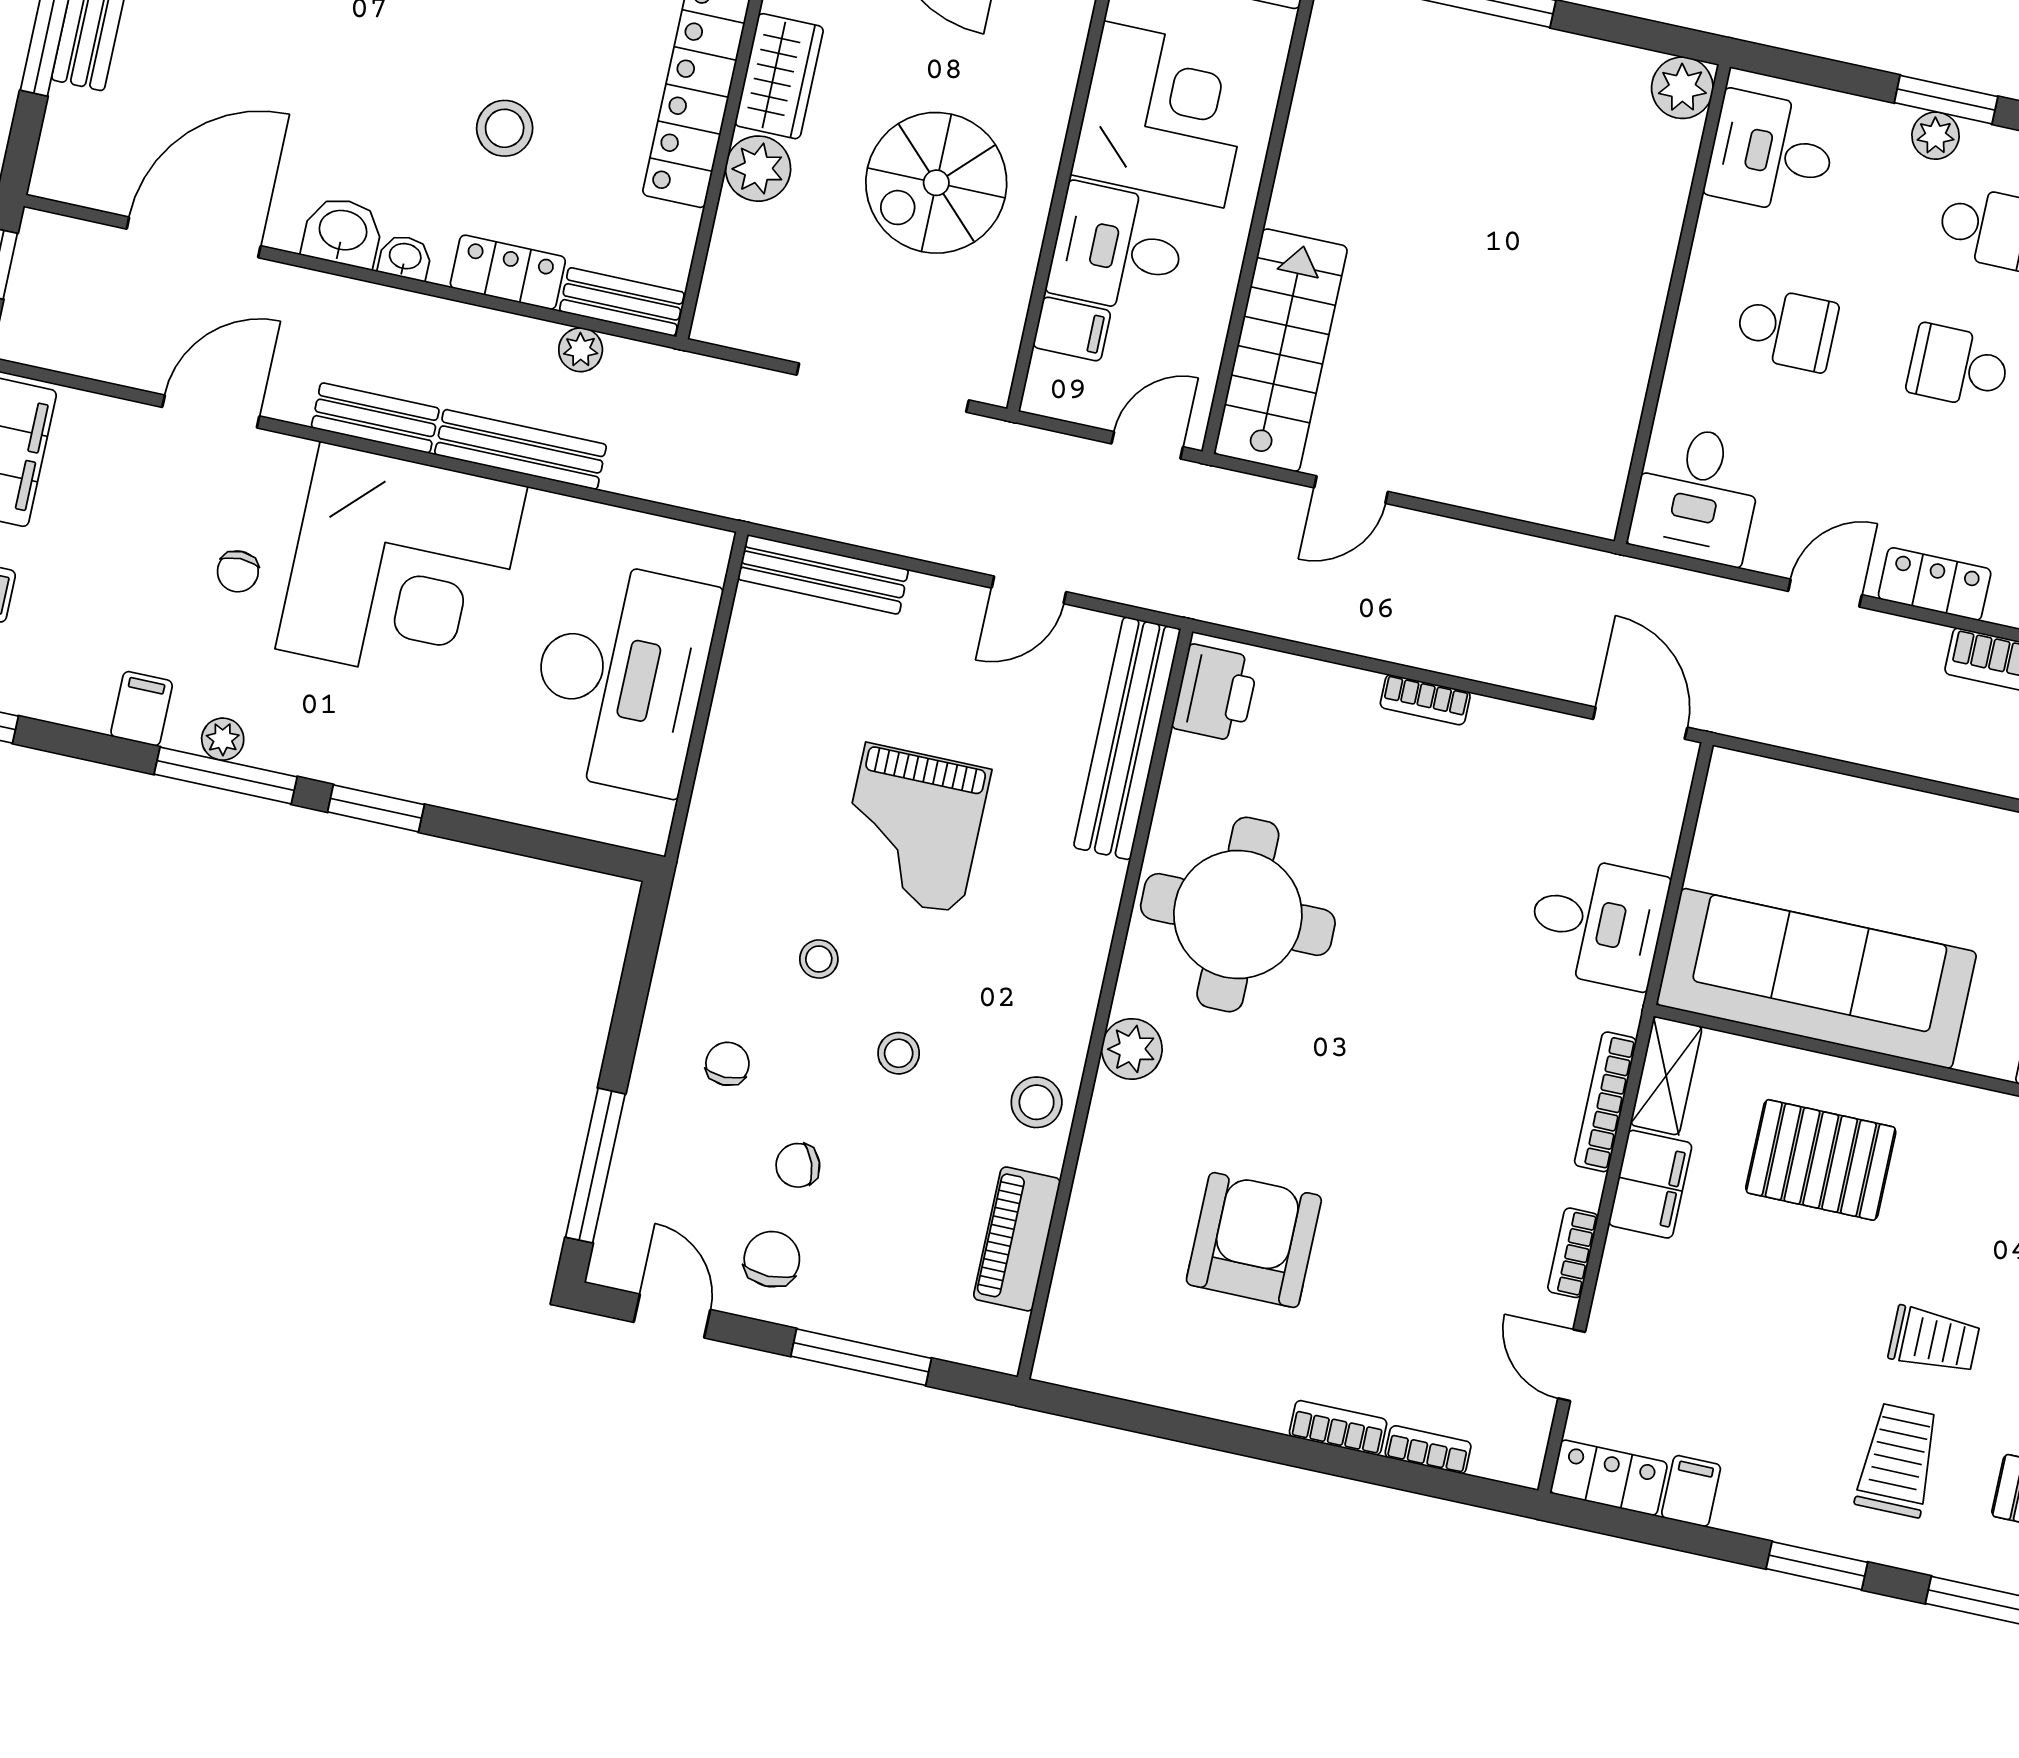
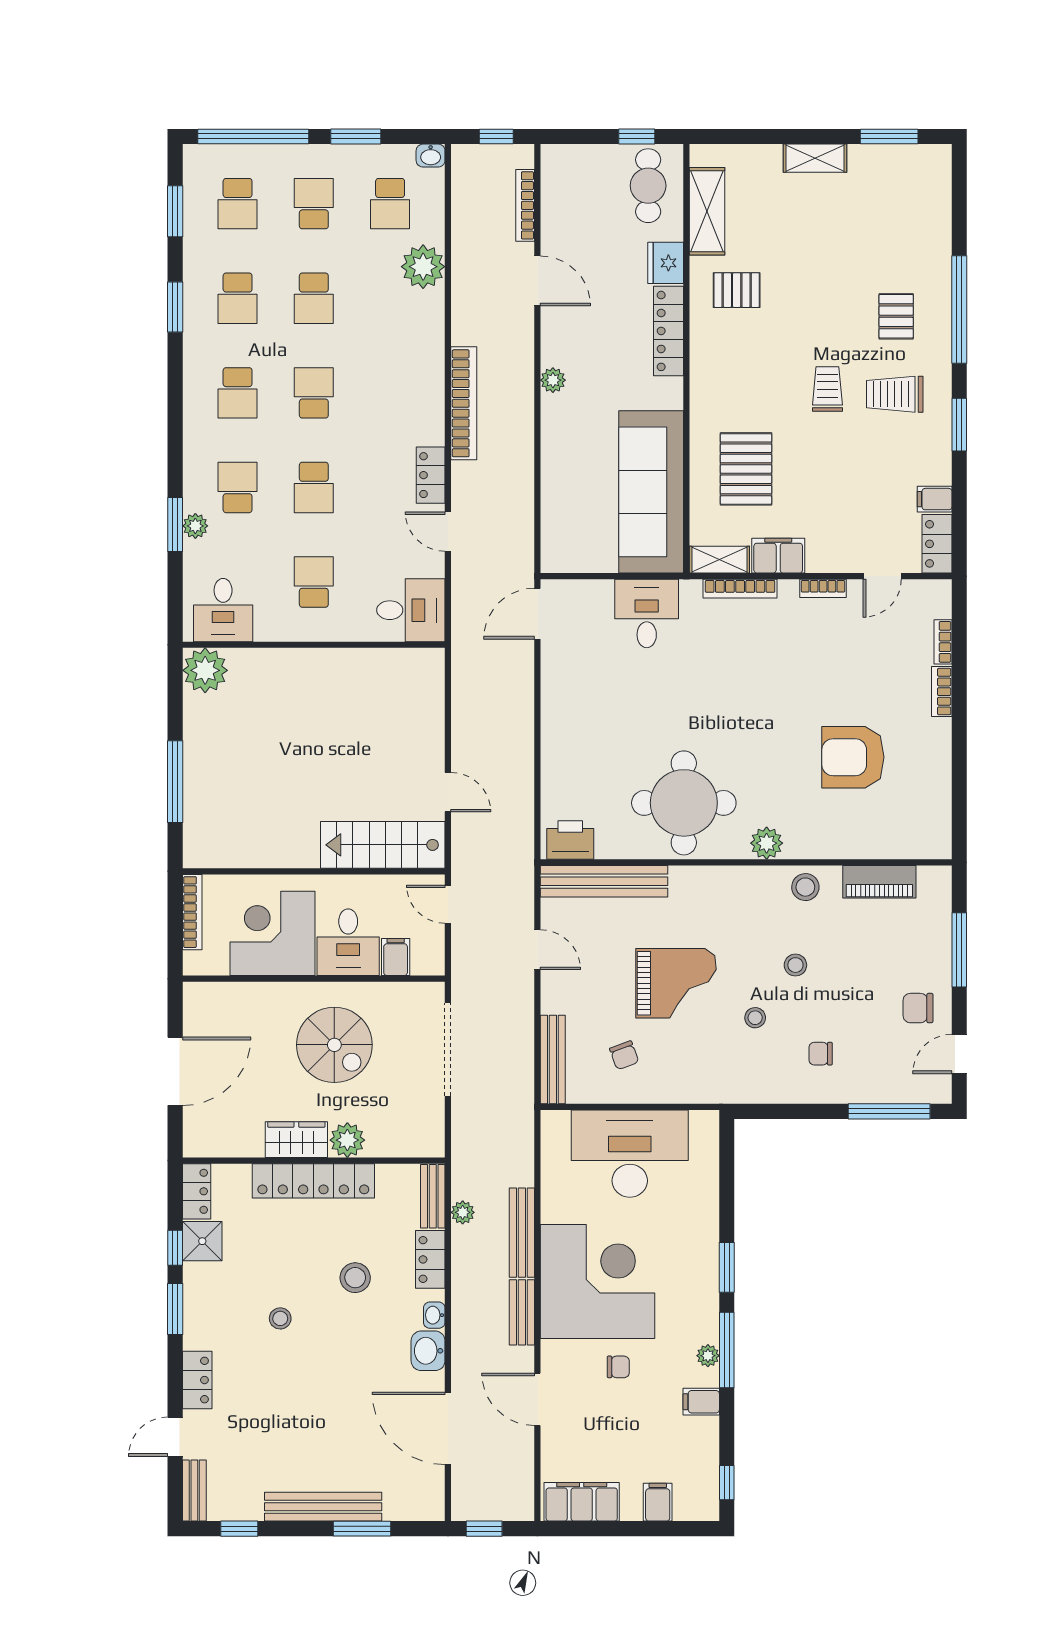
plant: (1682, 88) -> (205, 670), width x1.36, depth x1.36
bookcase: (1425, 700) -> (550, 729), removed
chair: (798, 1165) -> (624, 1055), moved

